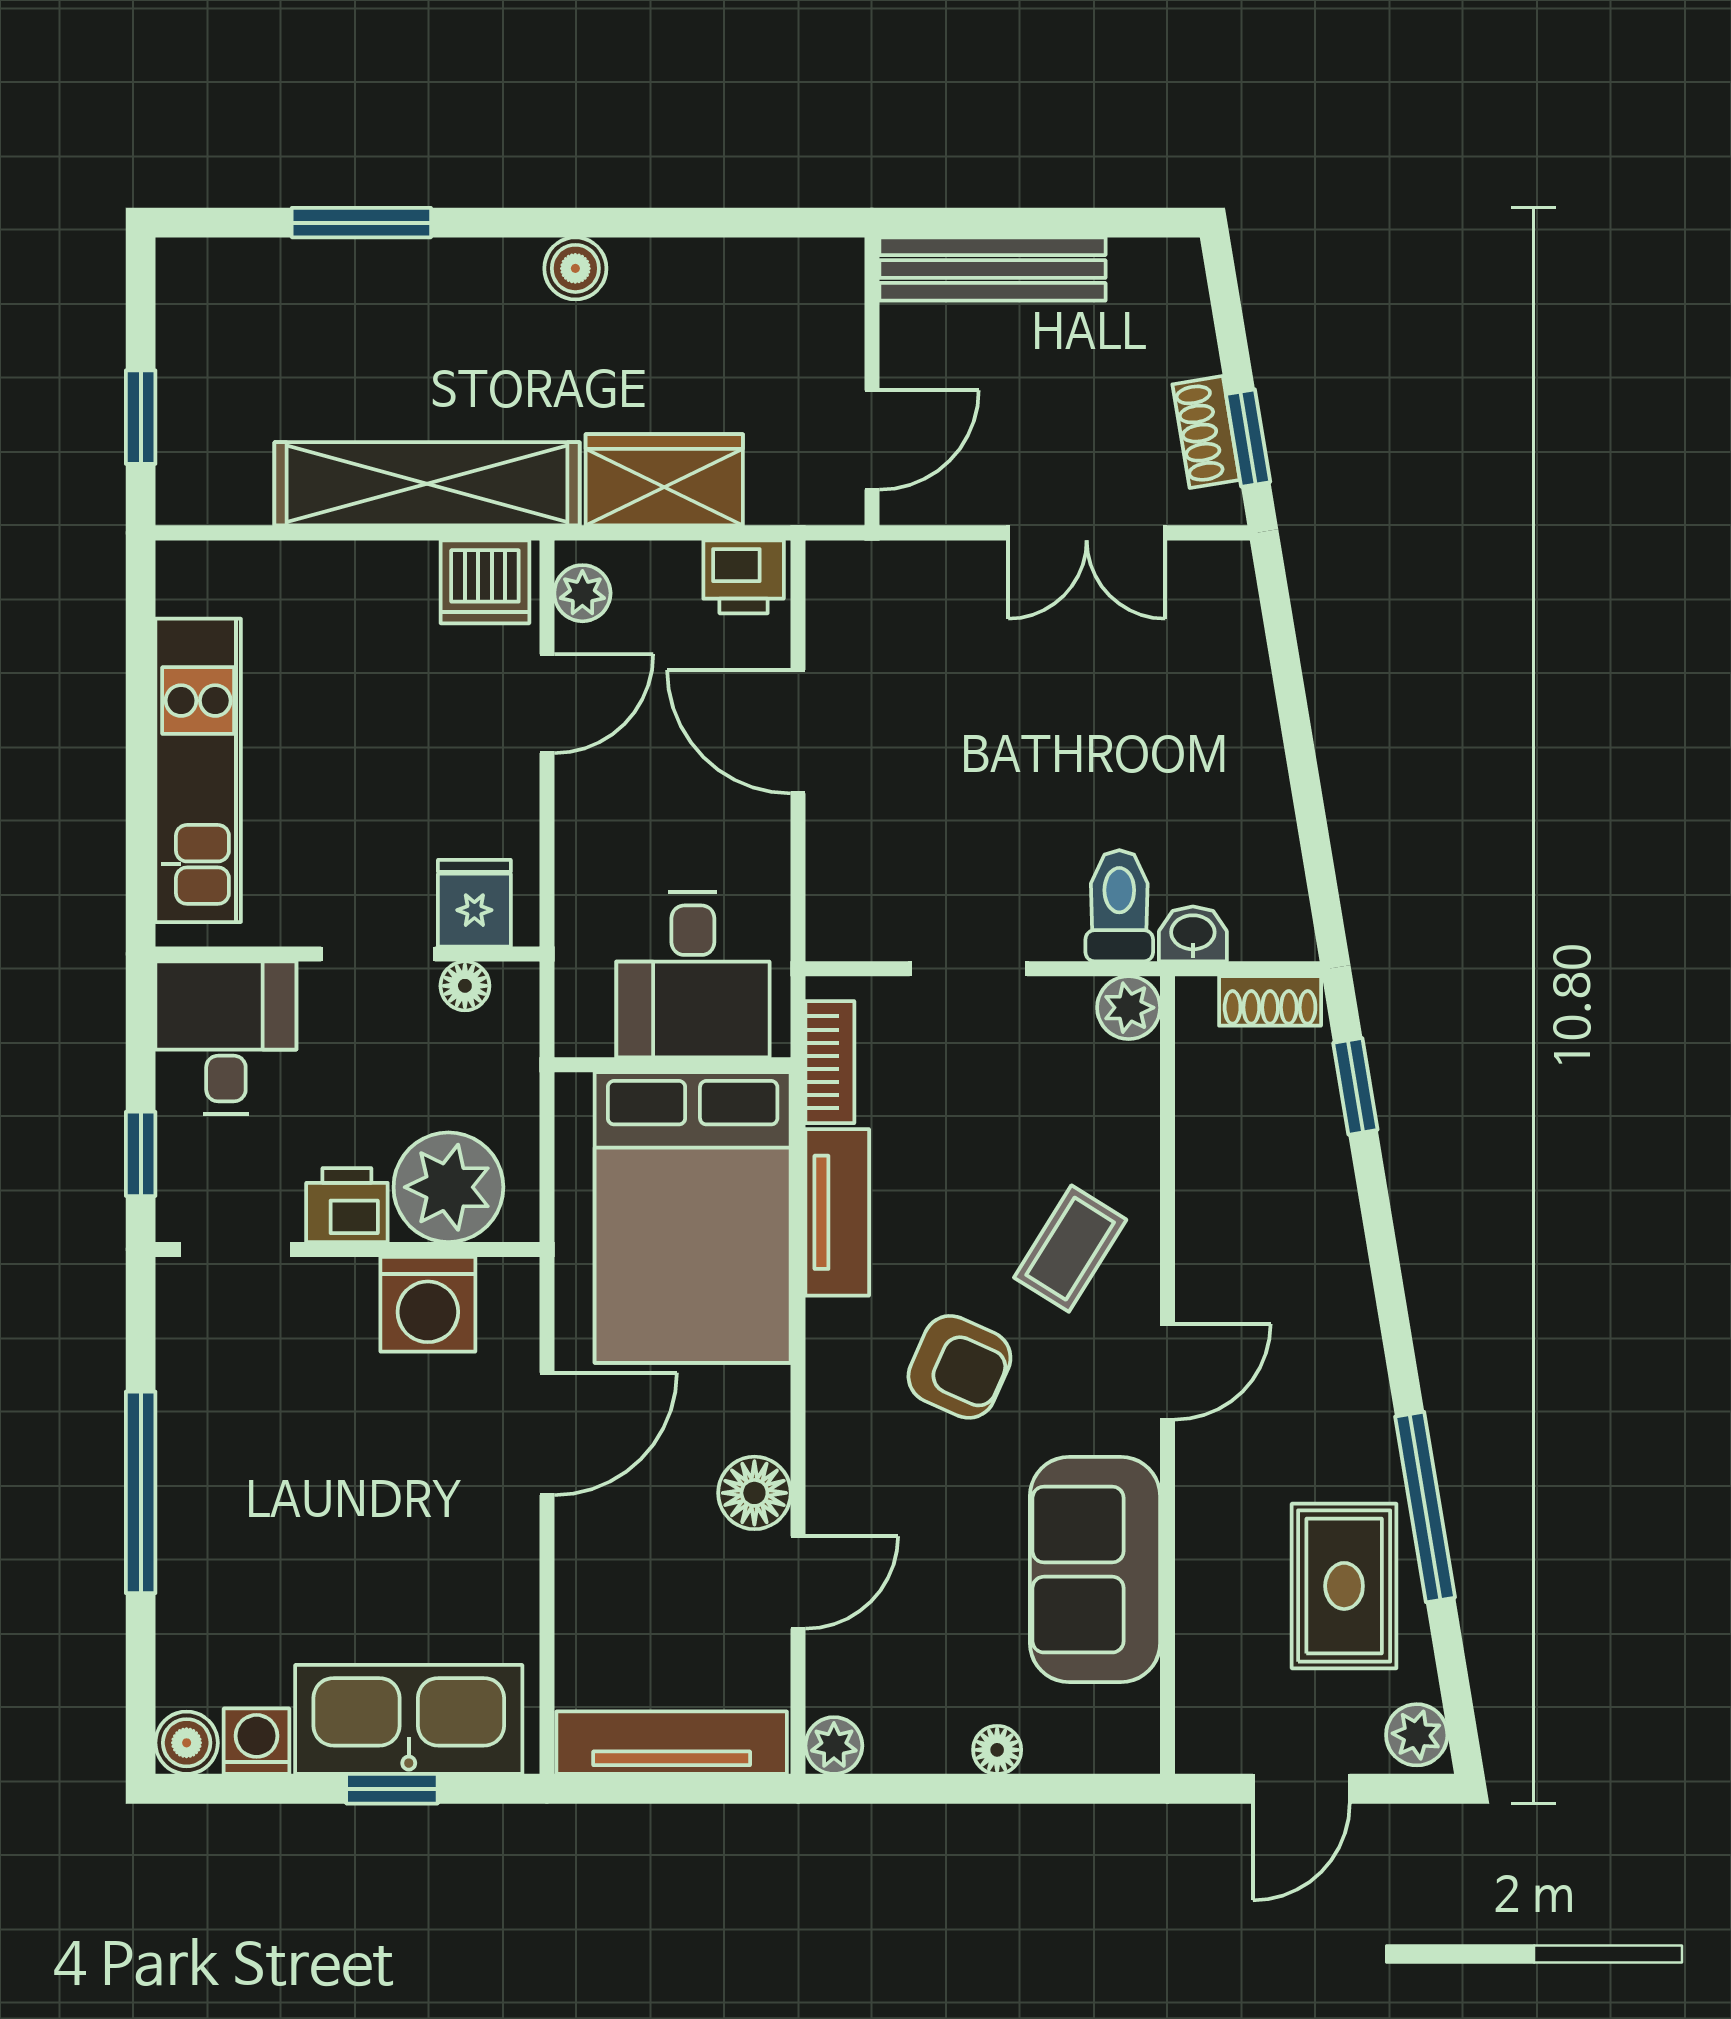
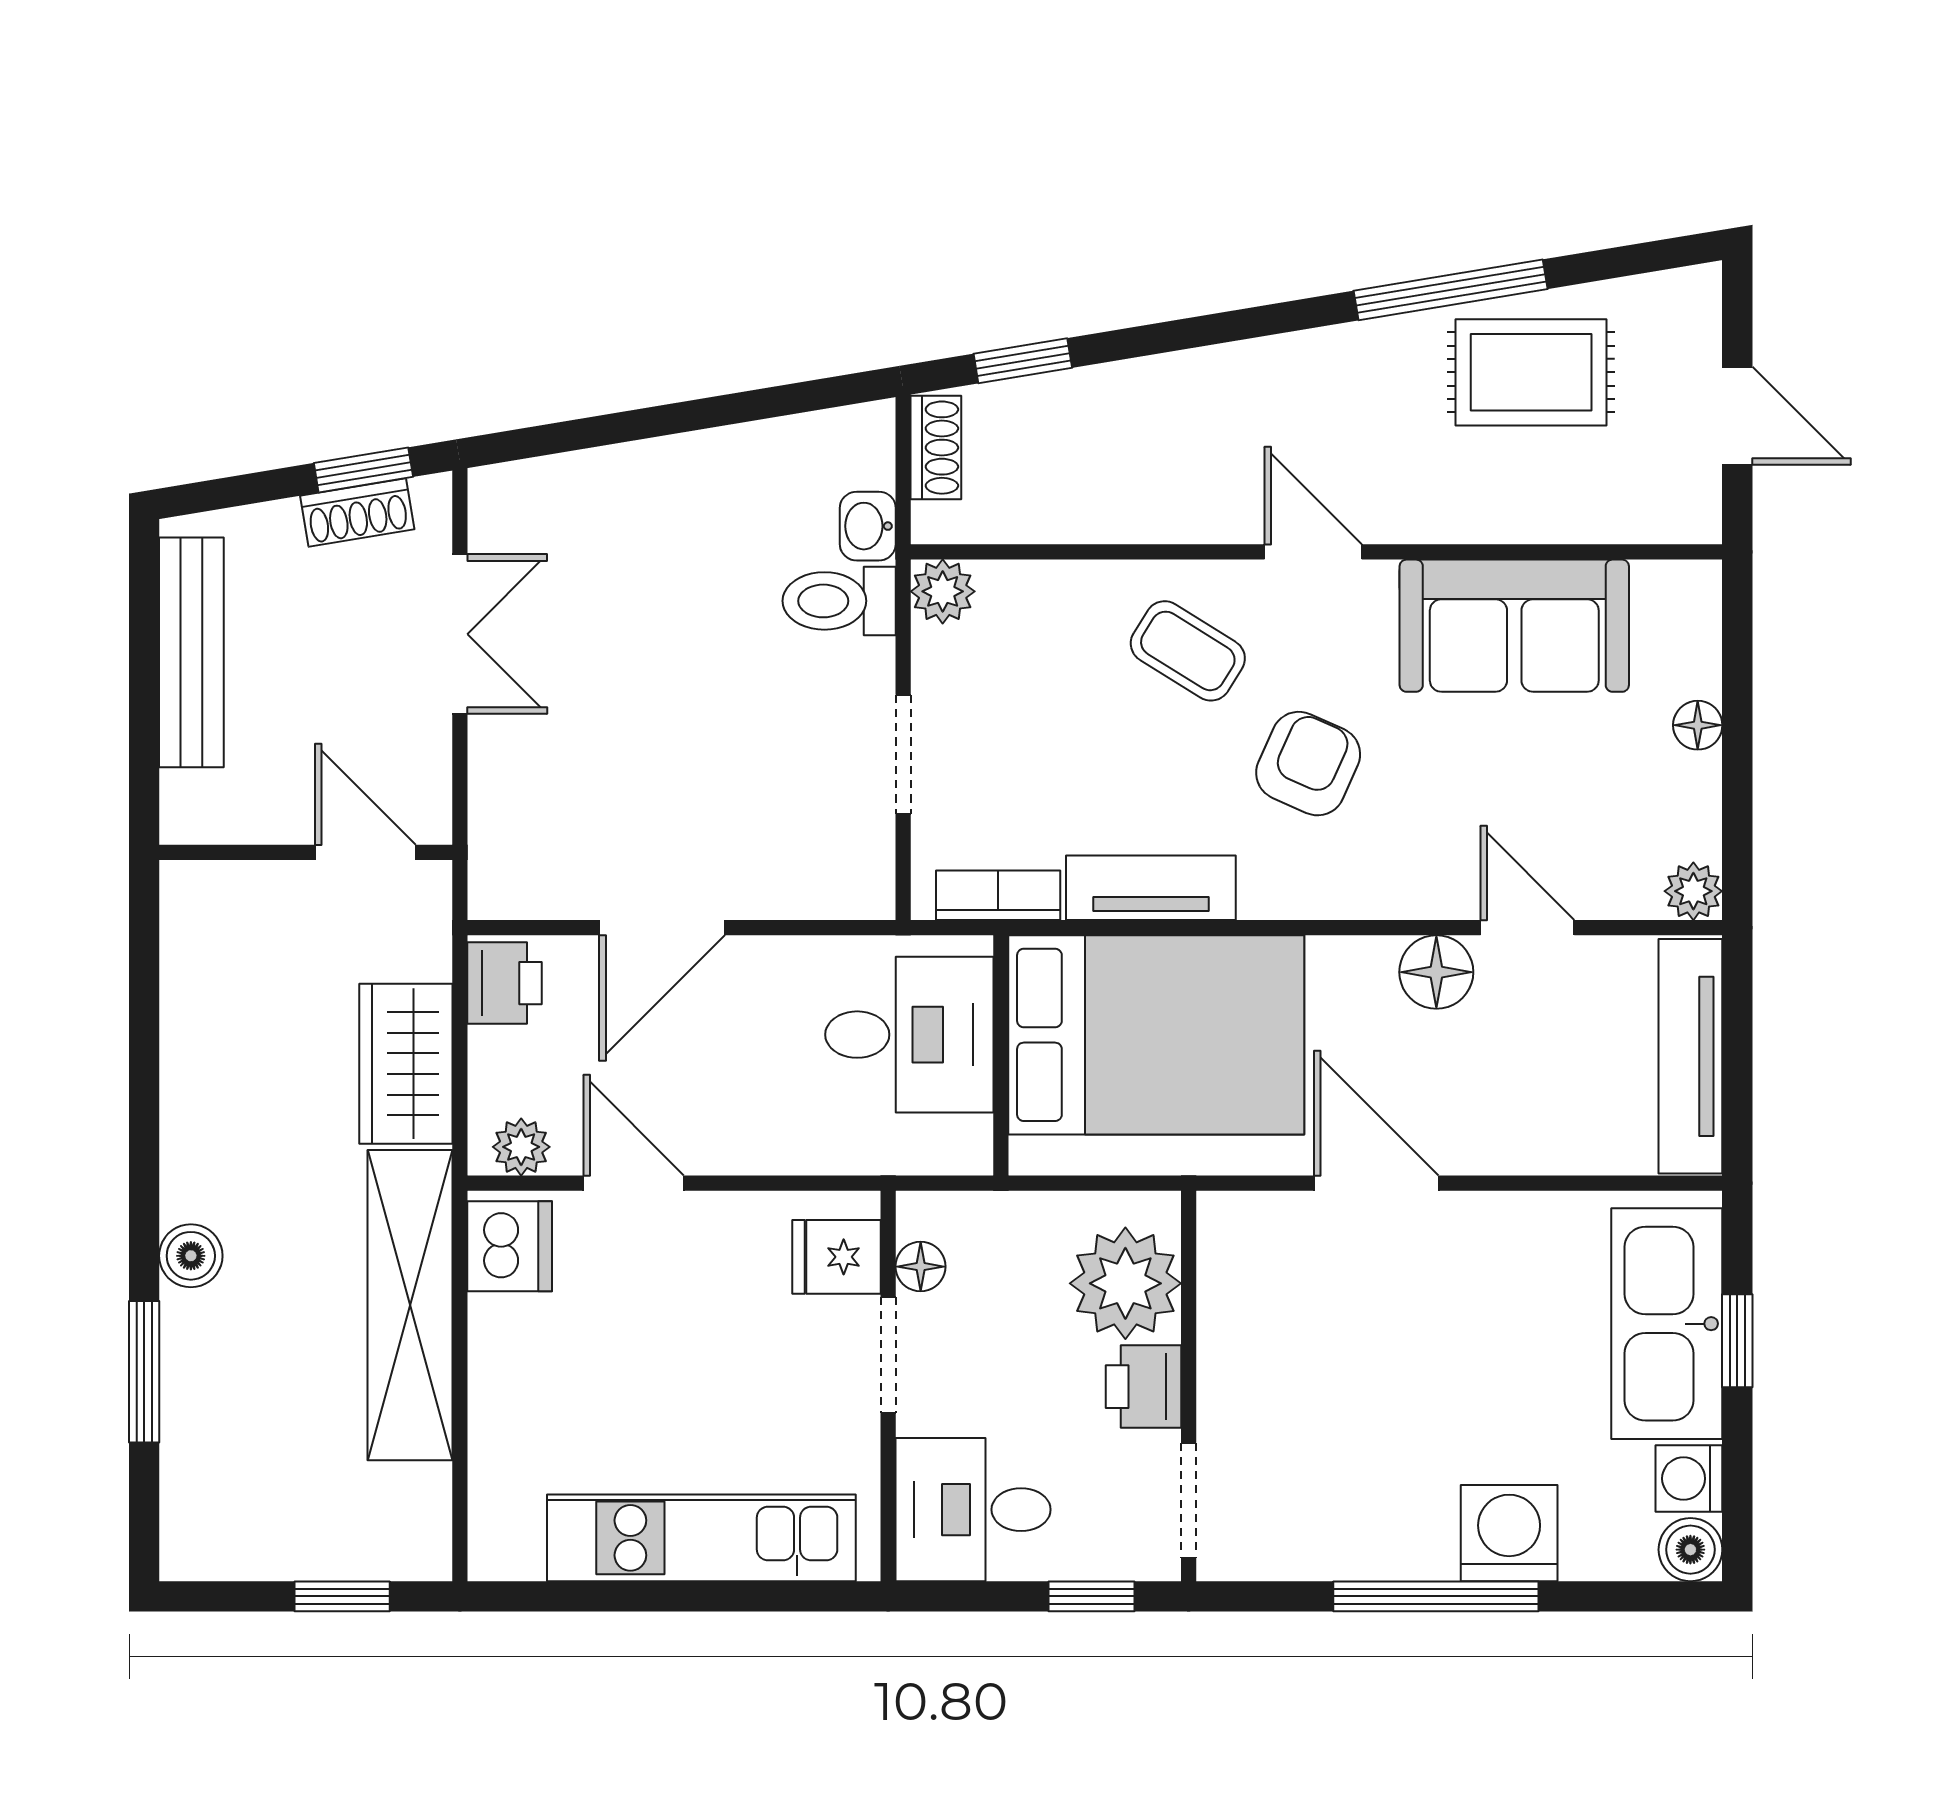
boiler: (575, 268) -> (191, 1256), moved
bench: (992, 269) -> (191, 652), moved
washing machine: (428, 1304) -> (1509, 1533), moved, turned -90
plant: (1417, 1735) -> (1682, 298), removed

